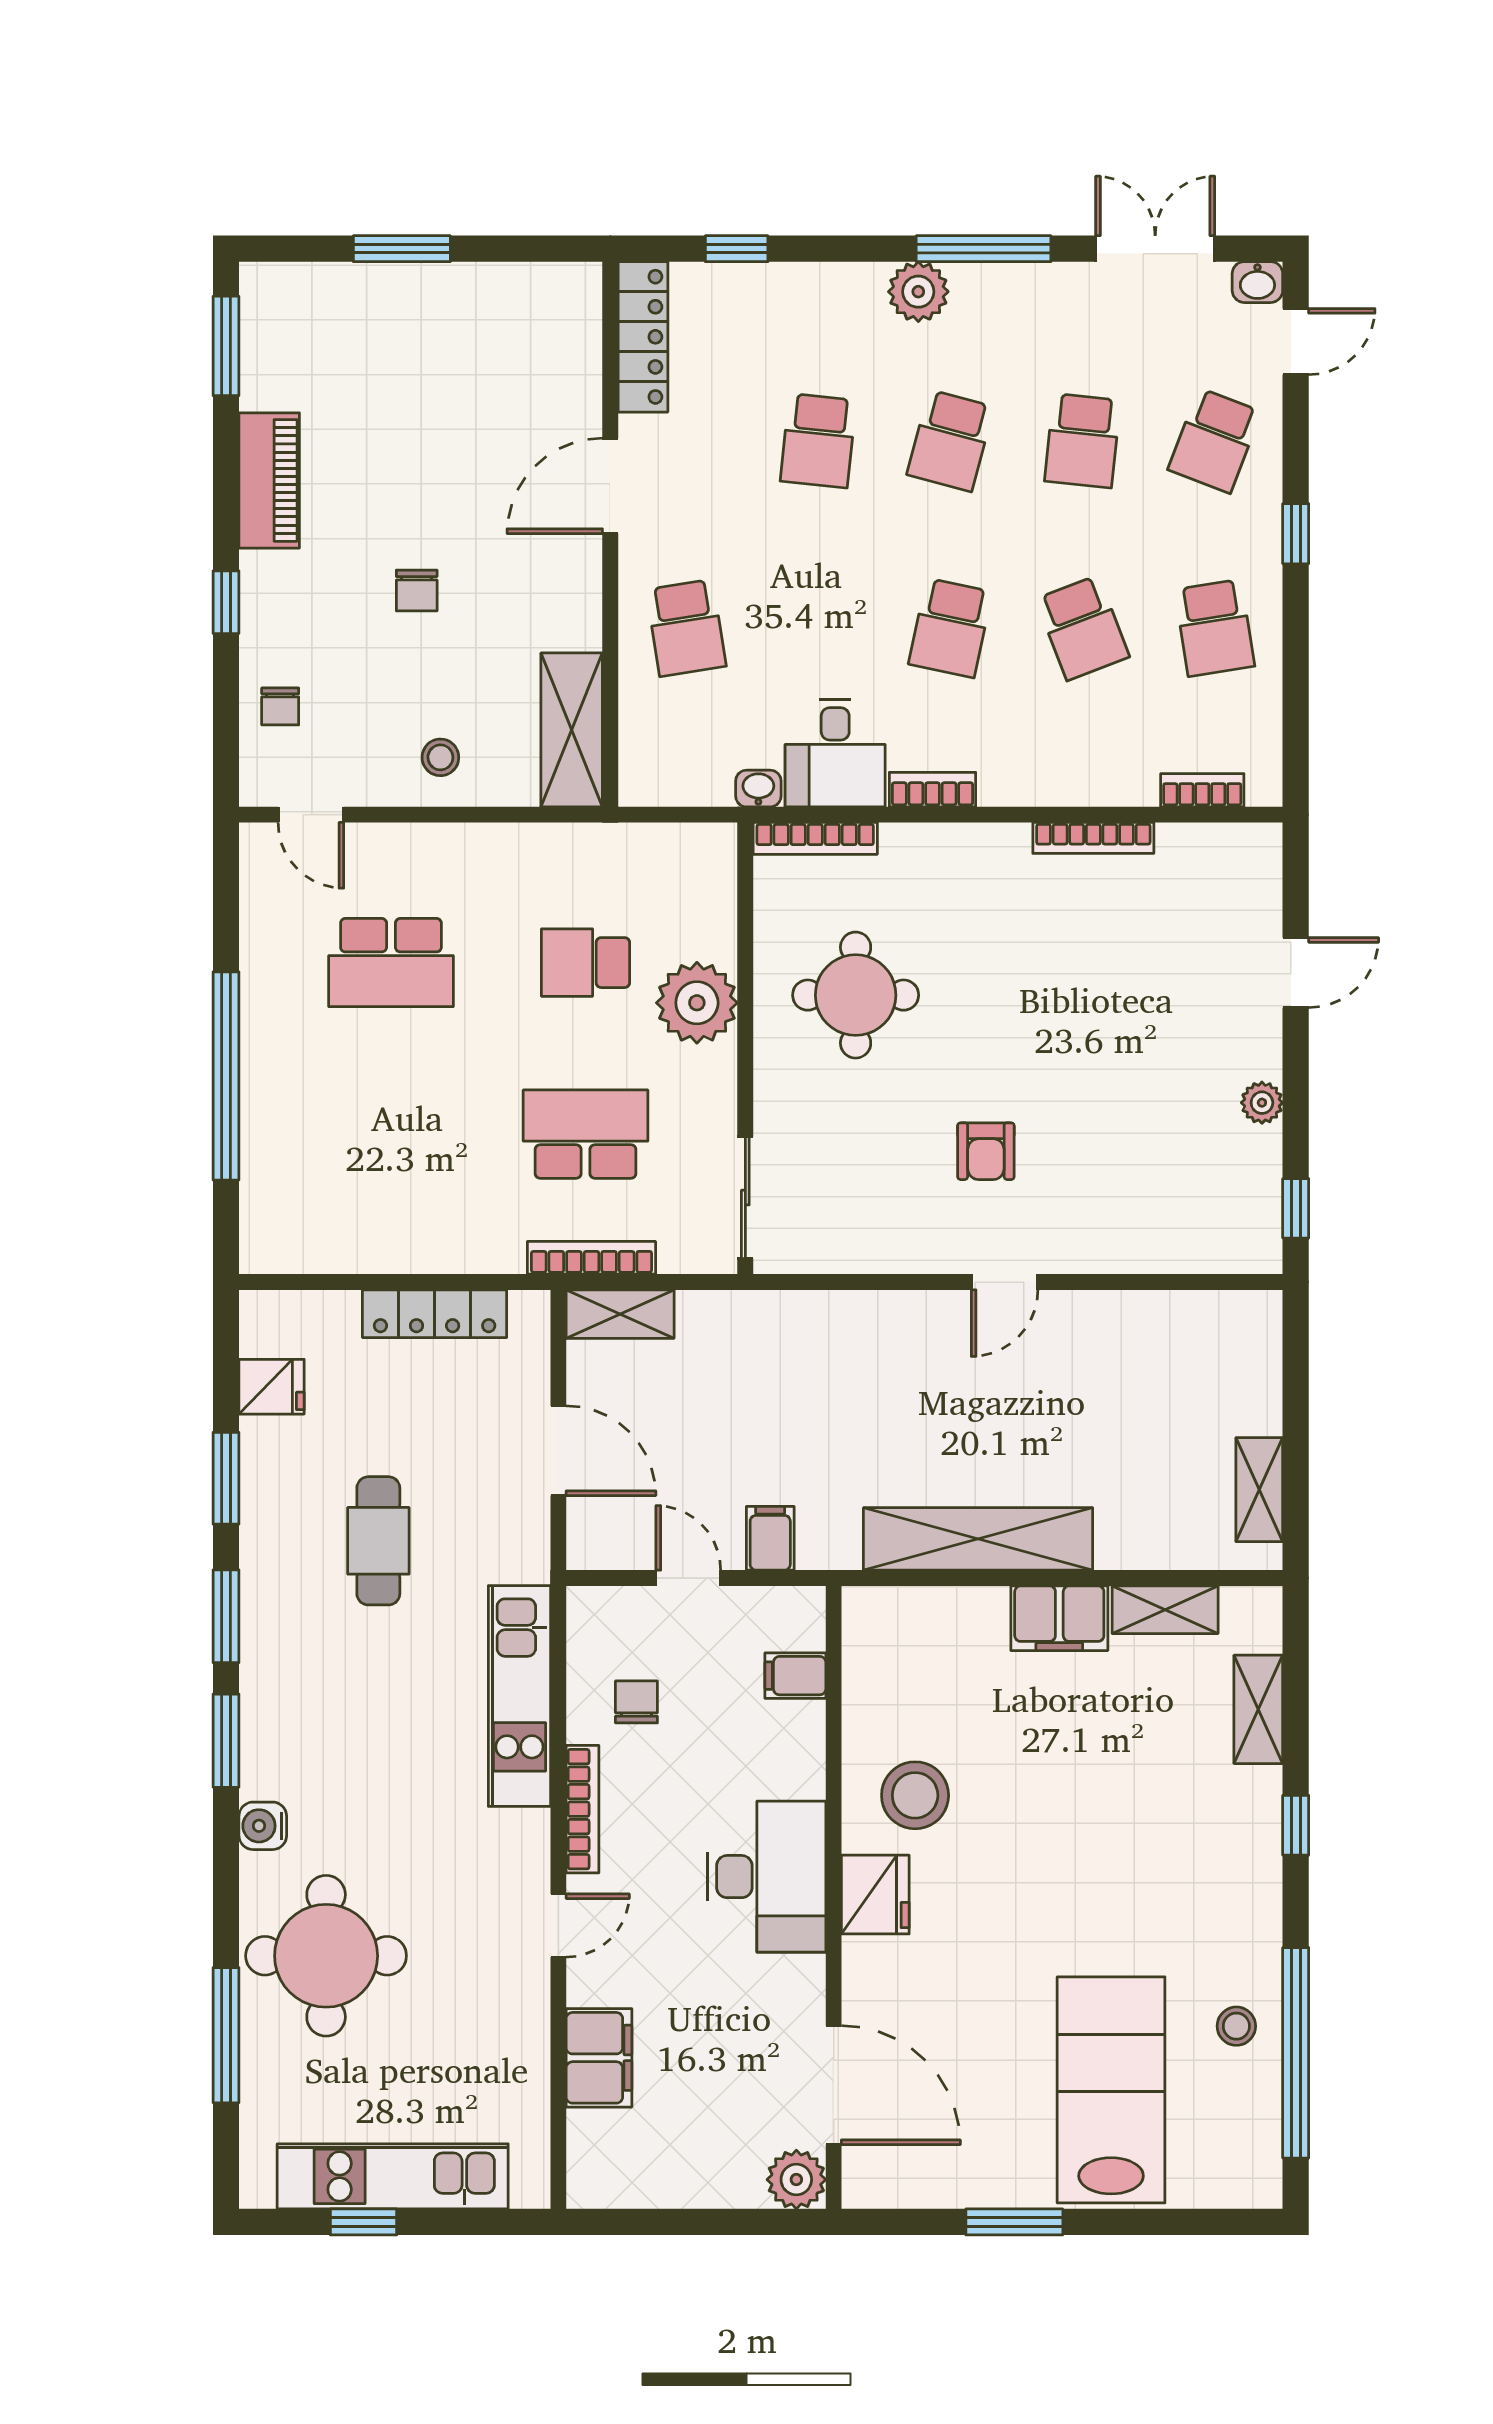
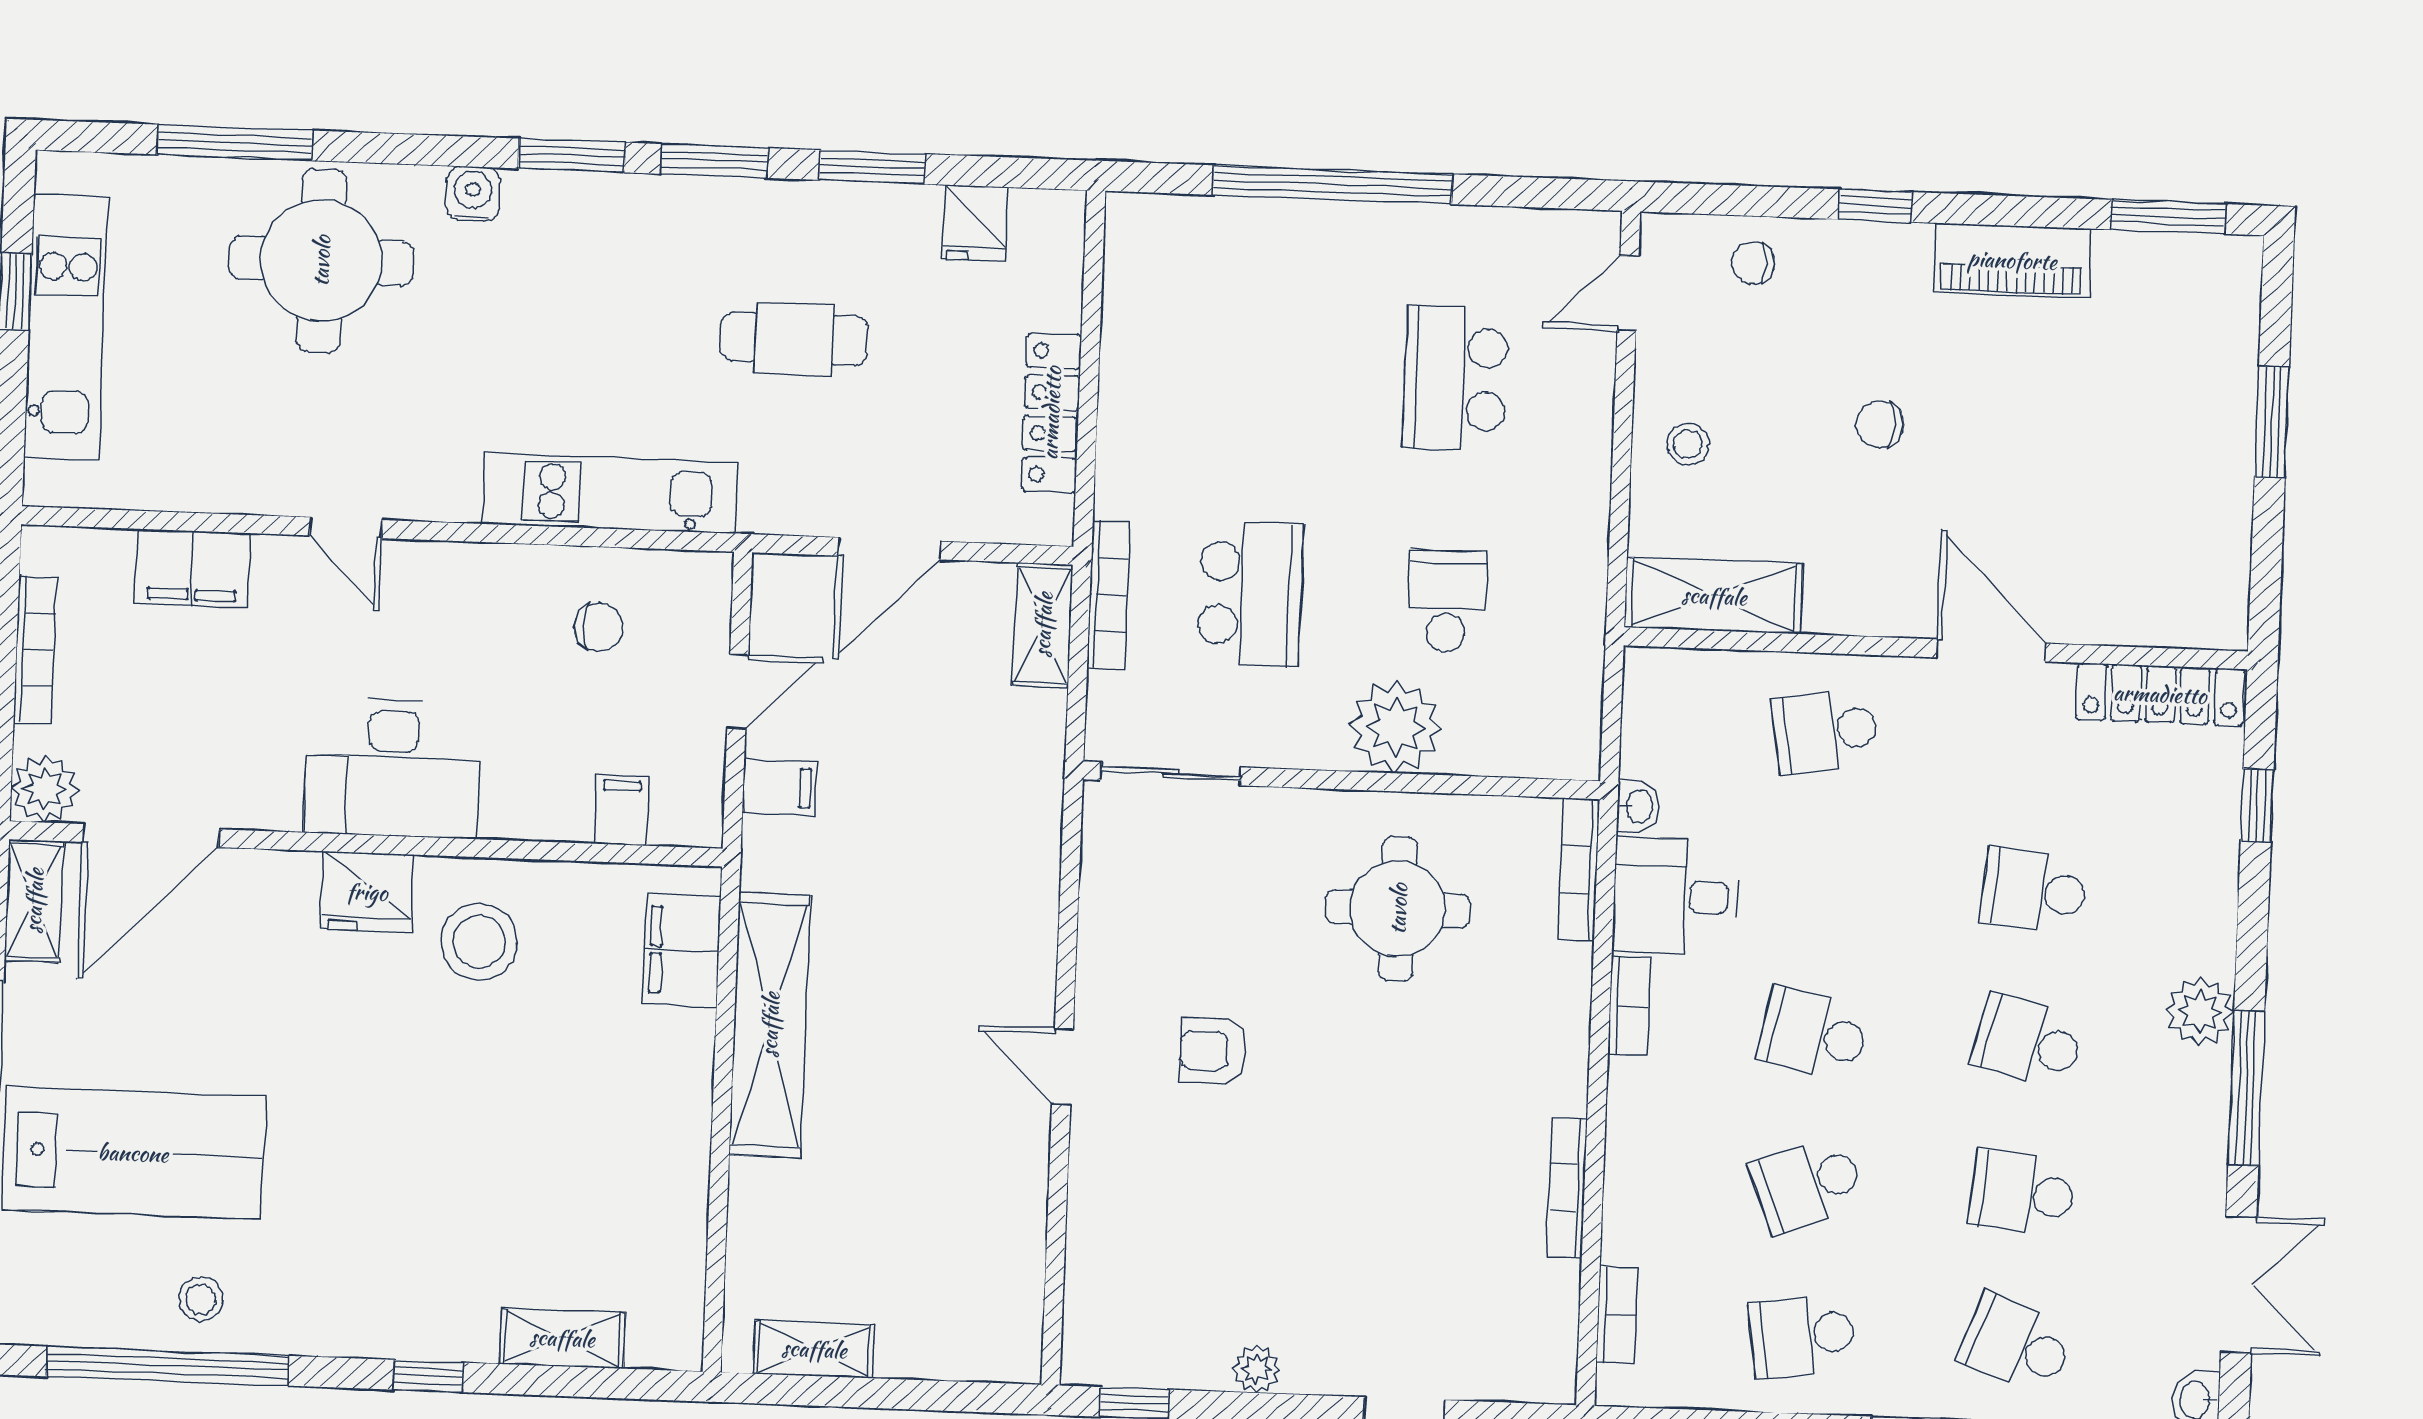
shelving: (1165, 1610) -> (34, 901), moved
filing cabinet: (1059, 1618) -> (682, 950), moved
bookcase: (582, 1809) -> (35, 650), moved, turned -90

